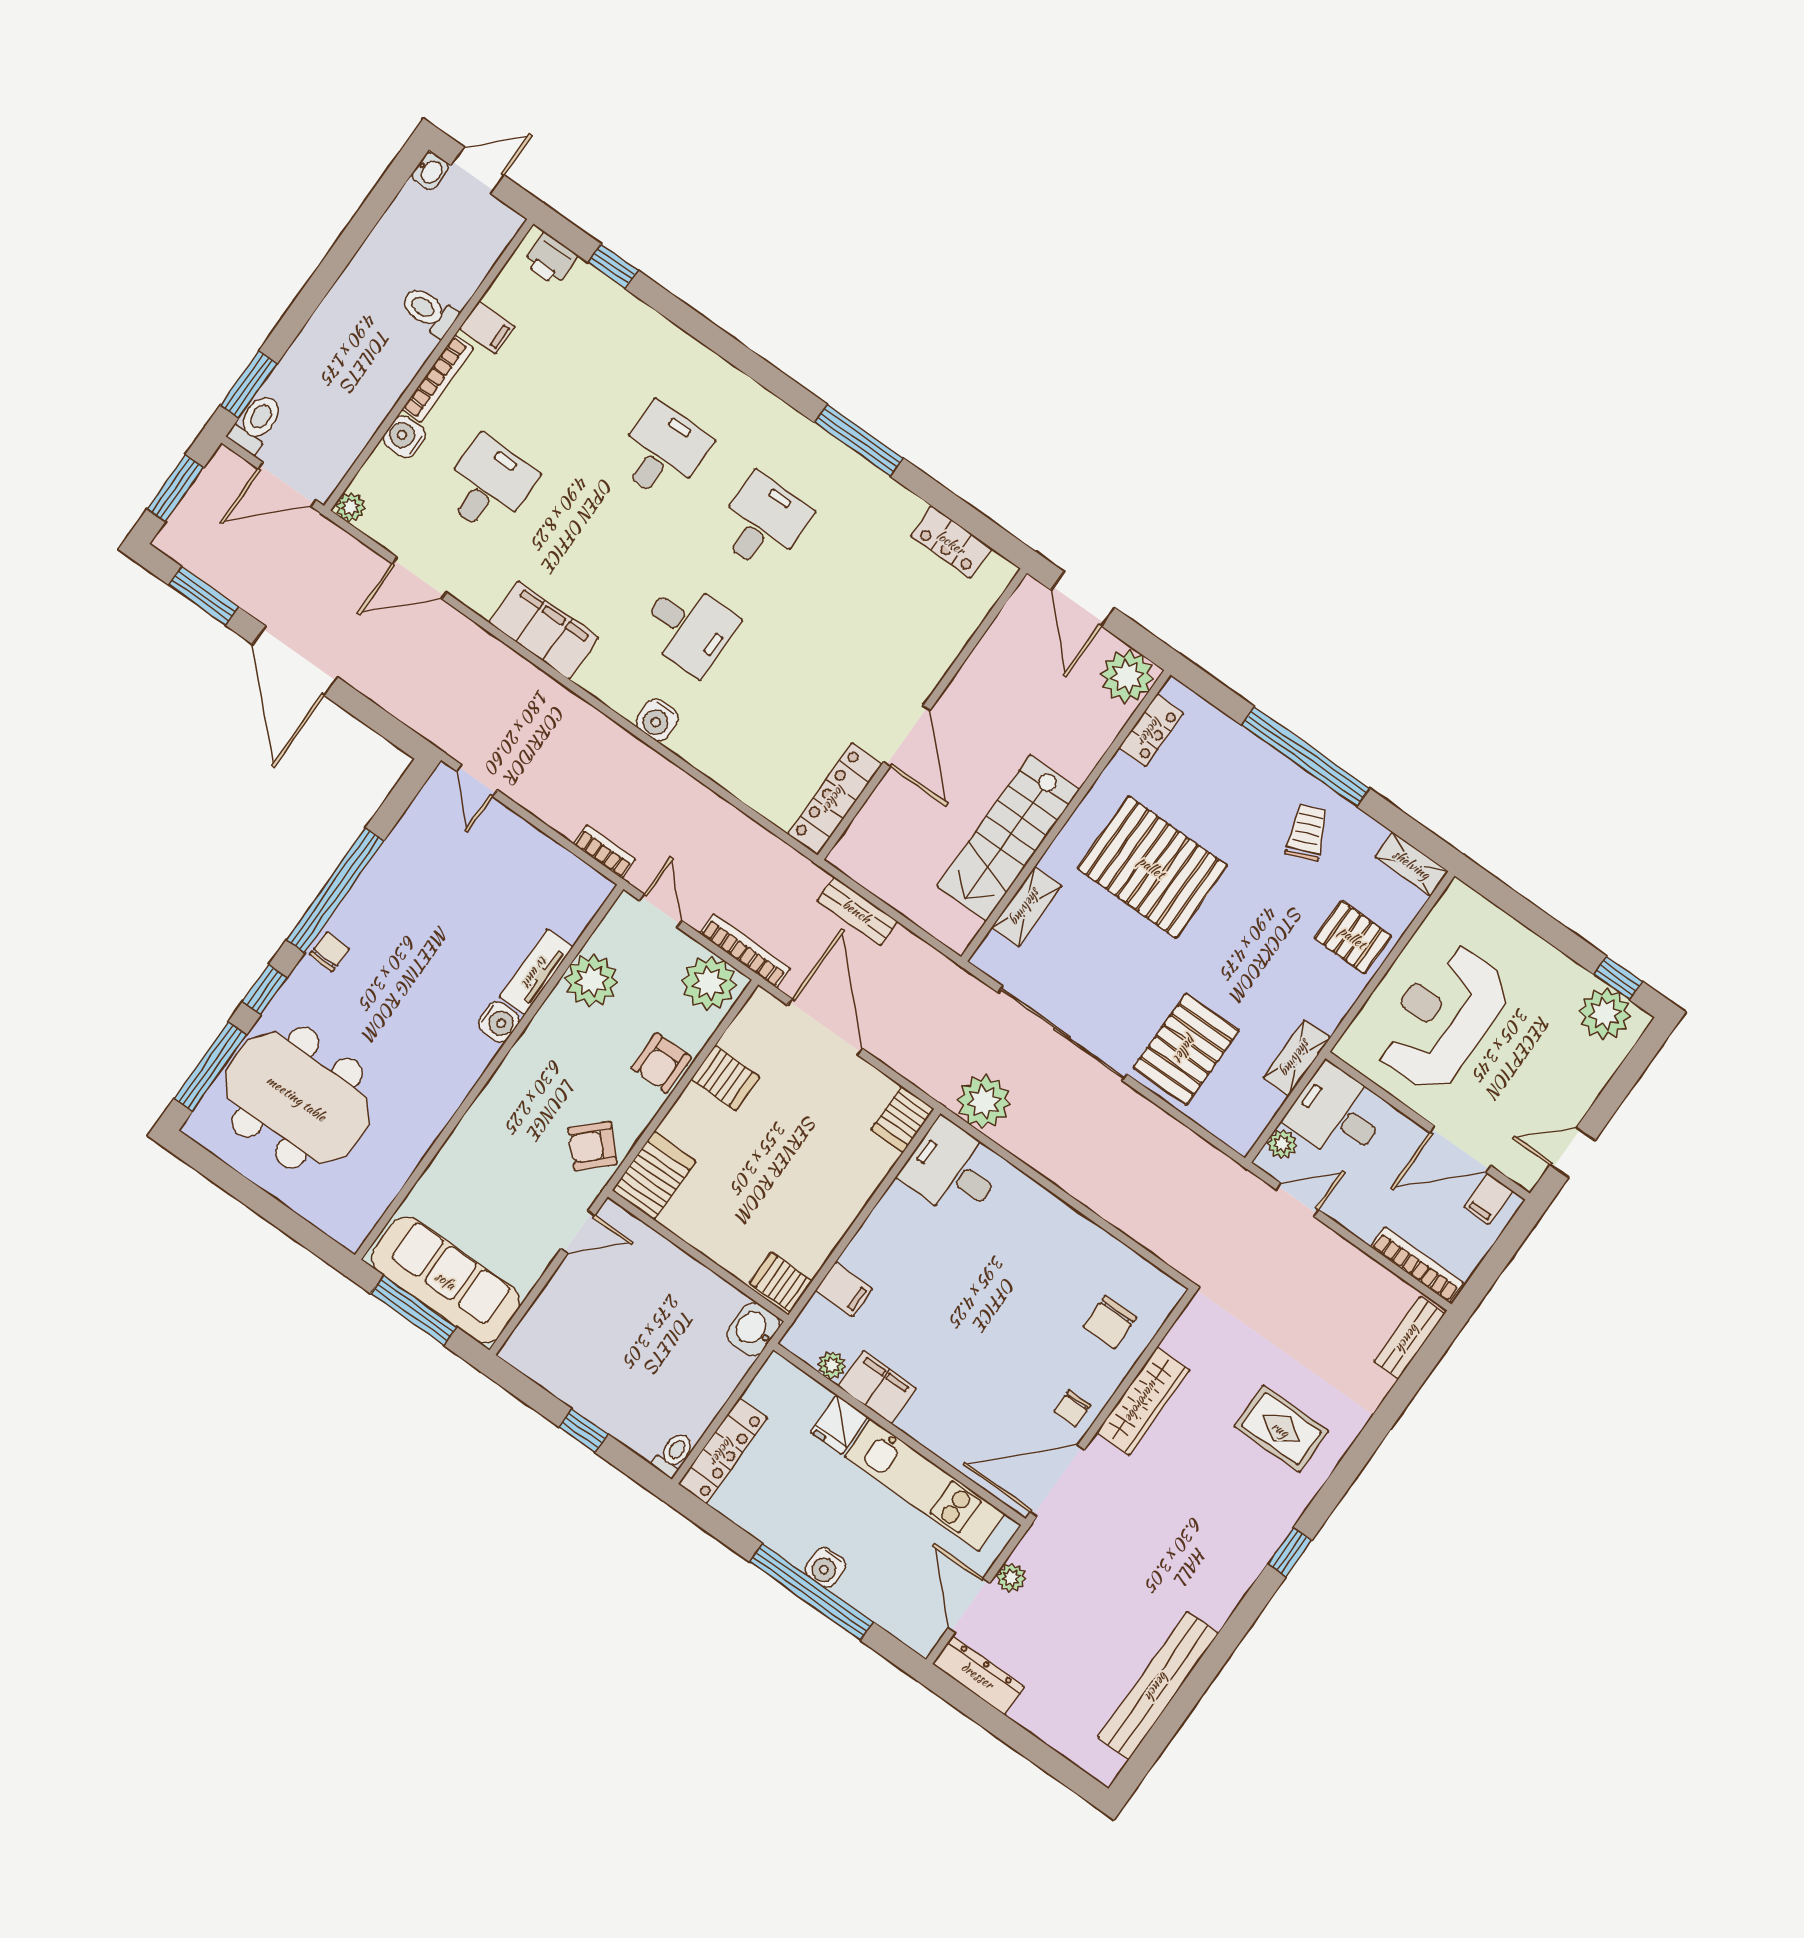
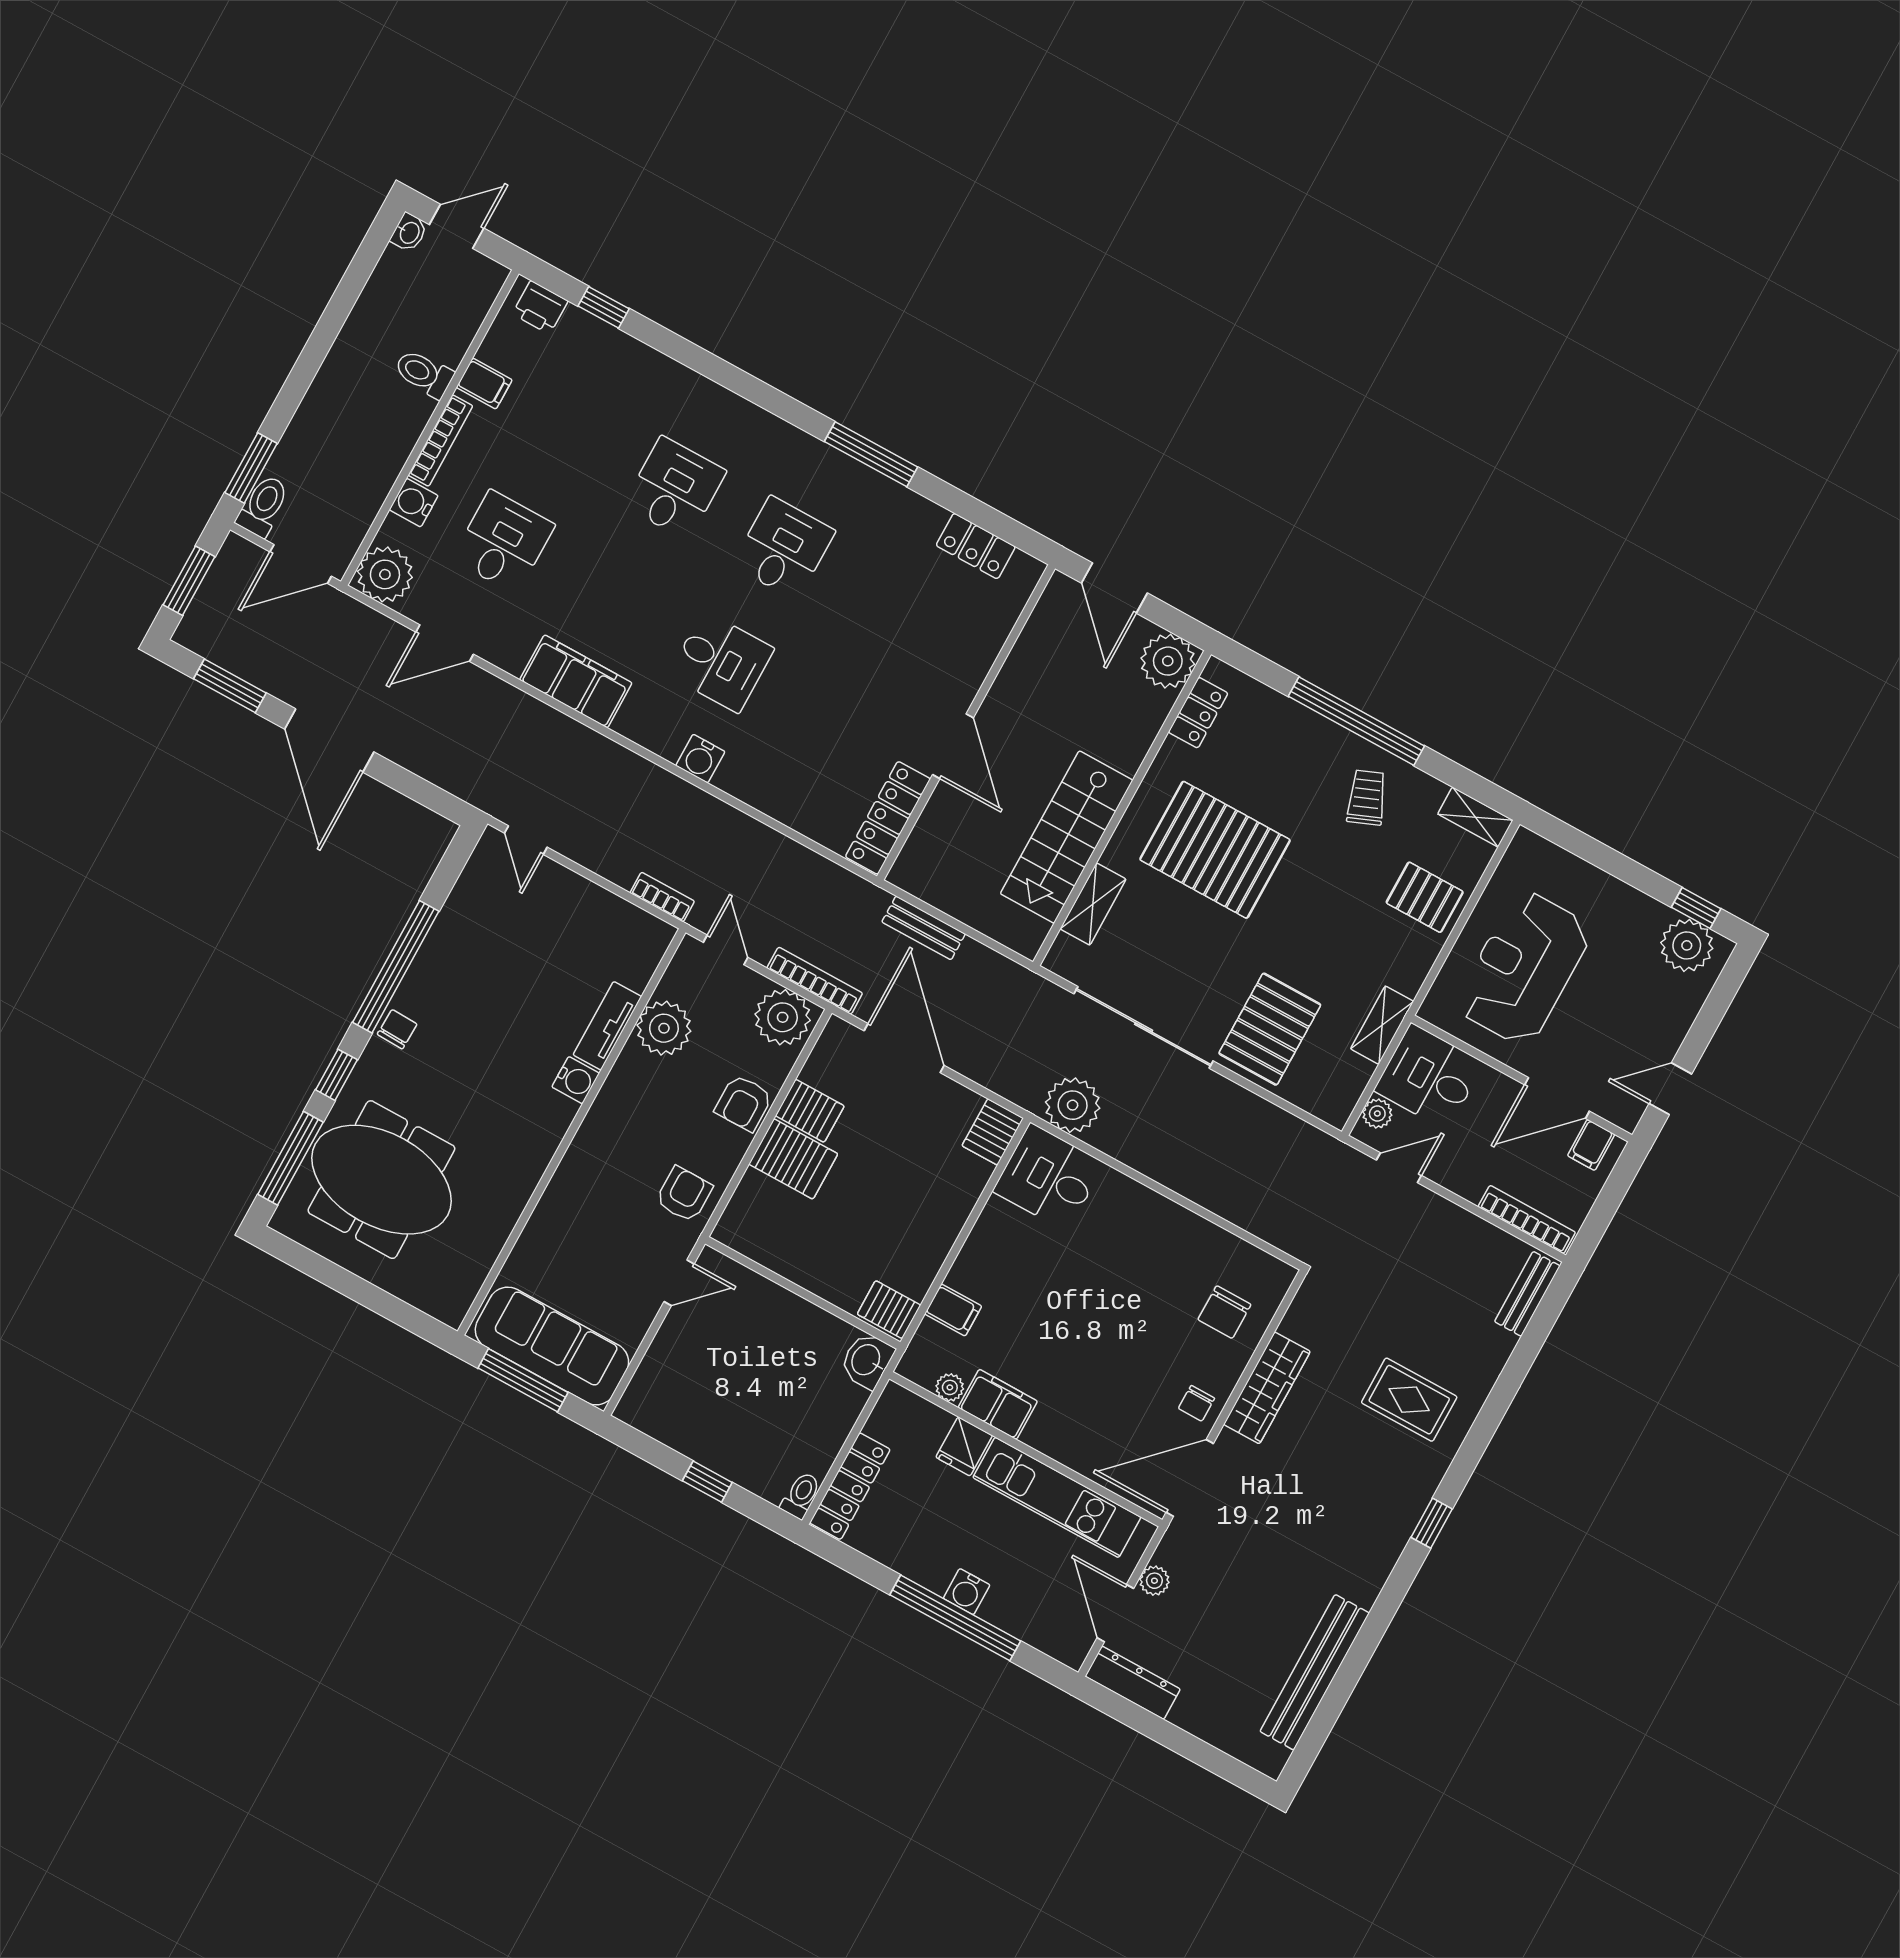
plant: (350, 507) -> (385, 574), width x1.87, depth x1.87
armchair: (593, 1146) -> (684, 1194), turned 134
server rack: (654, 1176) -> (793, 1159), moved, turned 90

